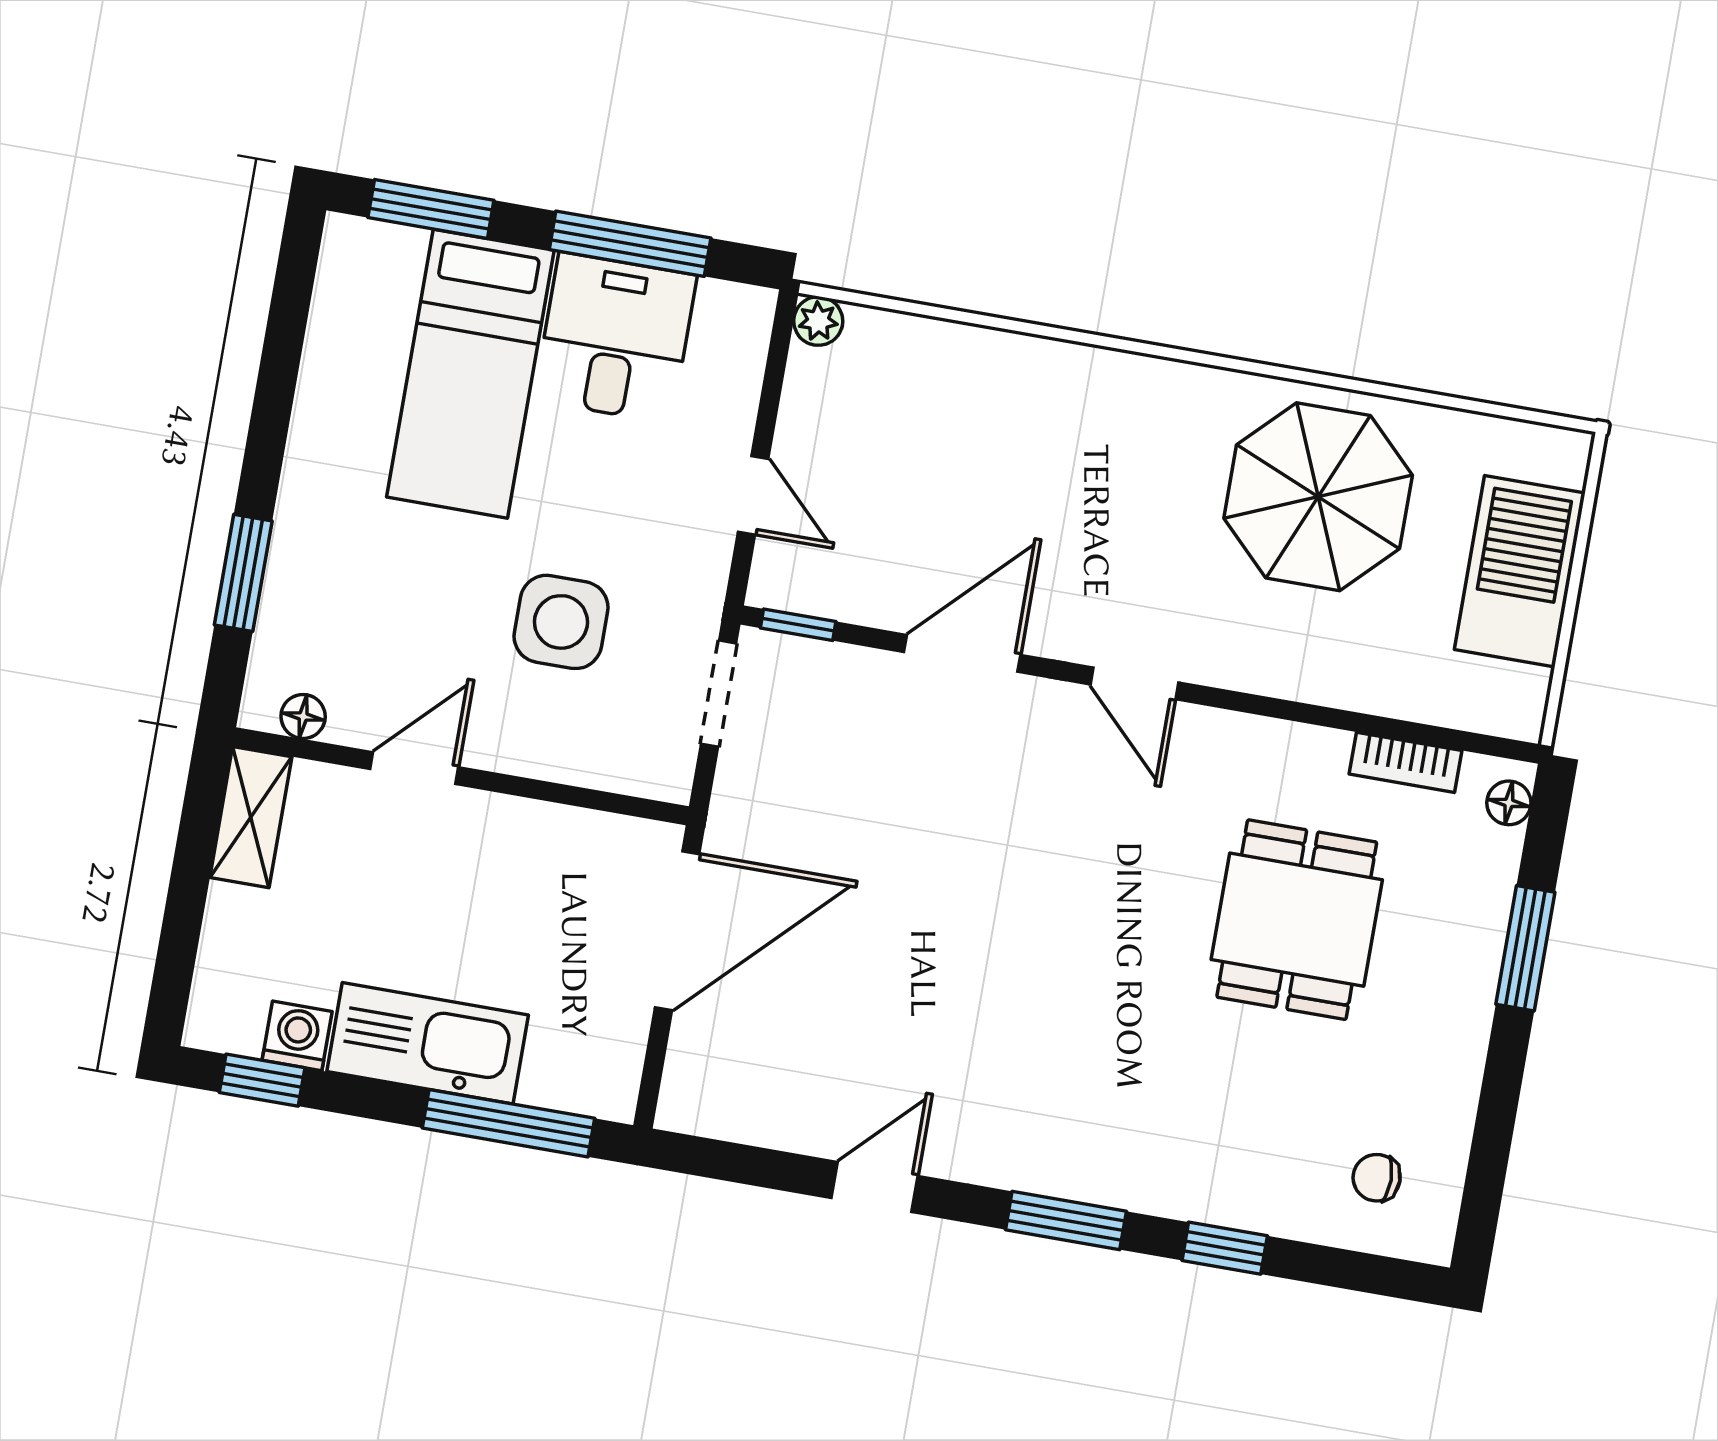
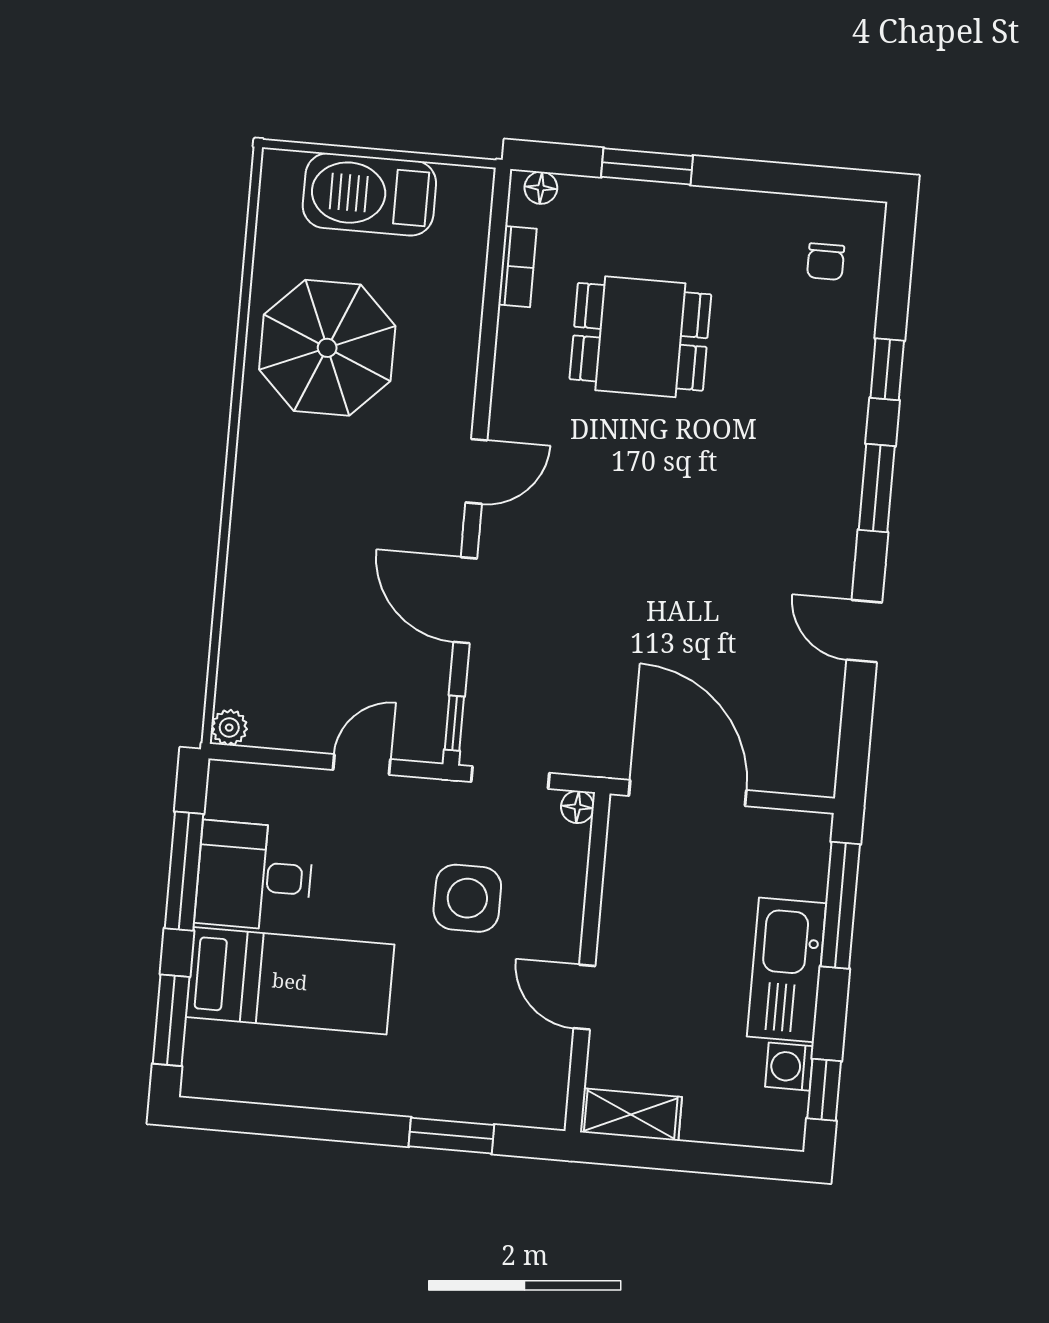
floor lamp: (303, 716) -> (577, 807), moved

